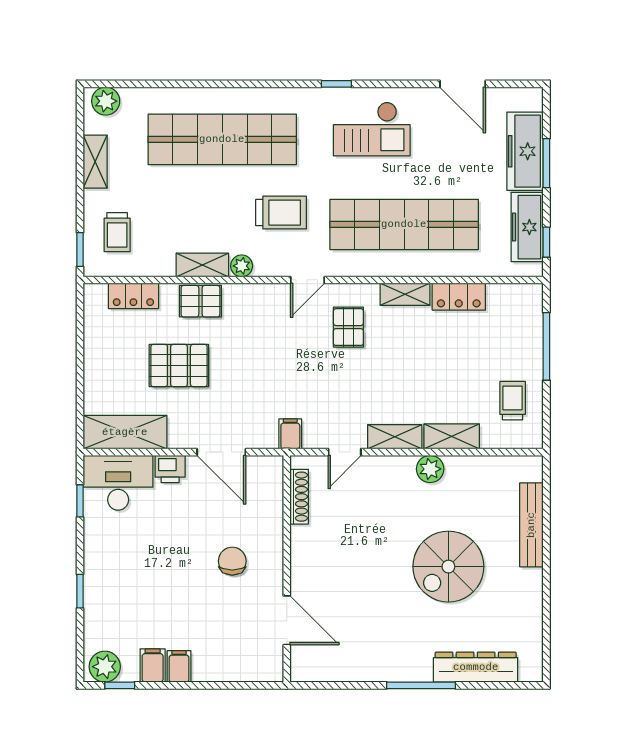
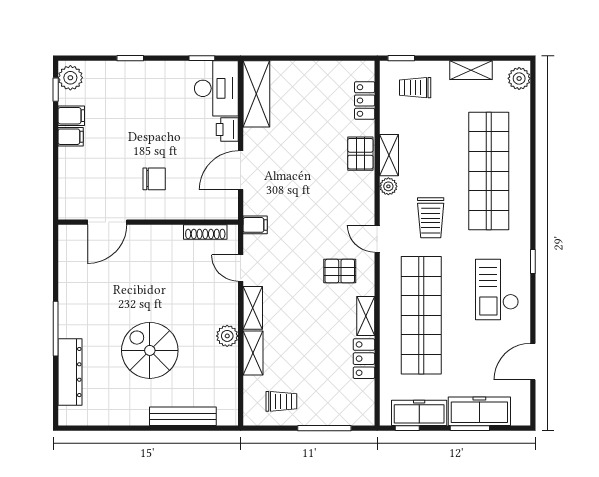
pallet: (179, 366) -> (309, 137), removed

